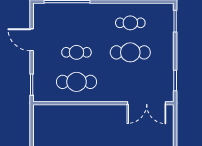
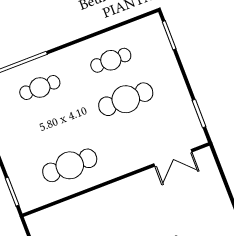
cafe table: (76, 52) -> (40, 87), moved
double door: (147, 103) -> (173, 158), width x0.73

